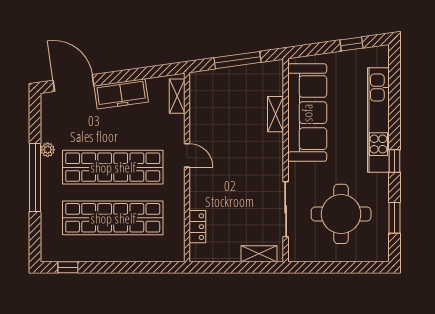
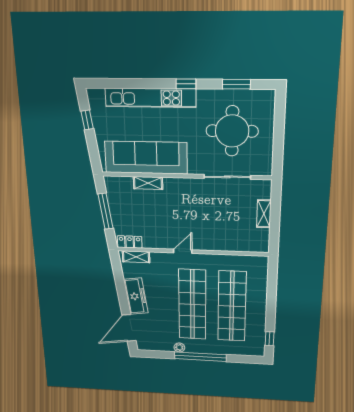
locker: (197, 227) -> (130, 242), moved
shelving: (259, 254) -> (264, 214), moved

